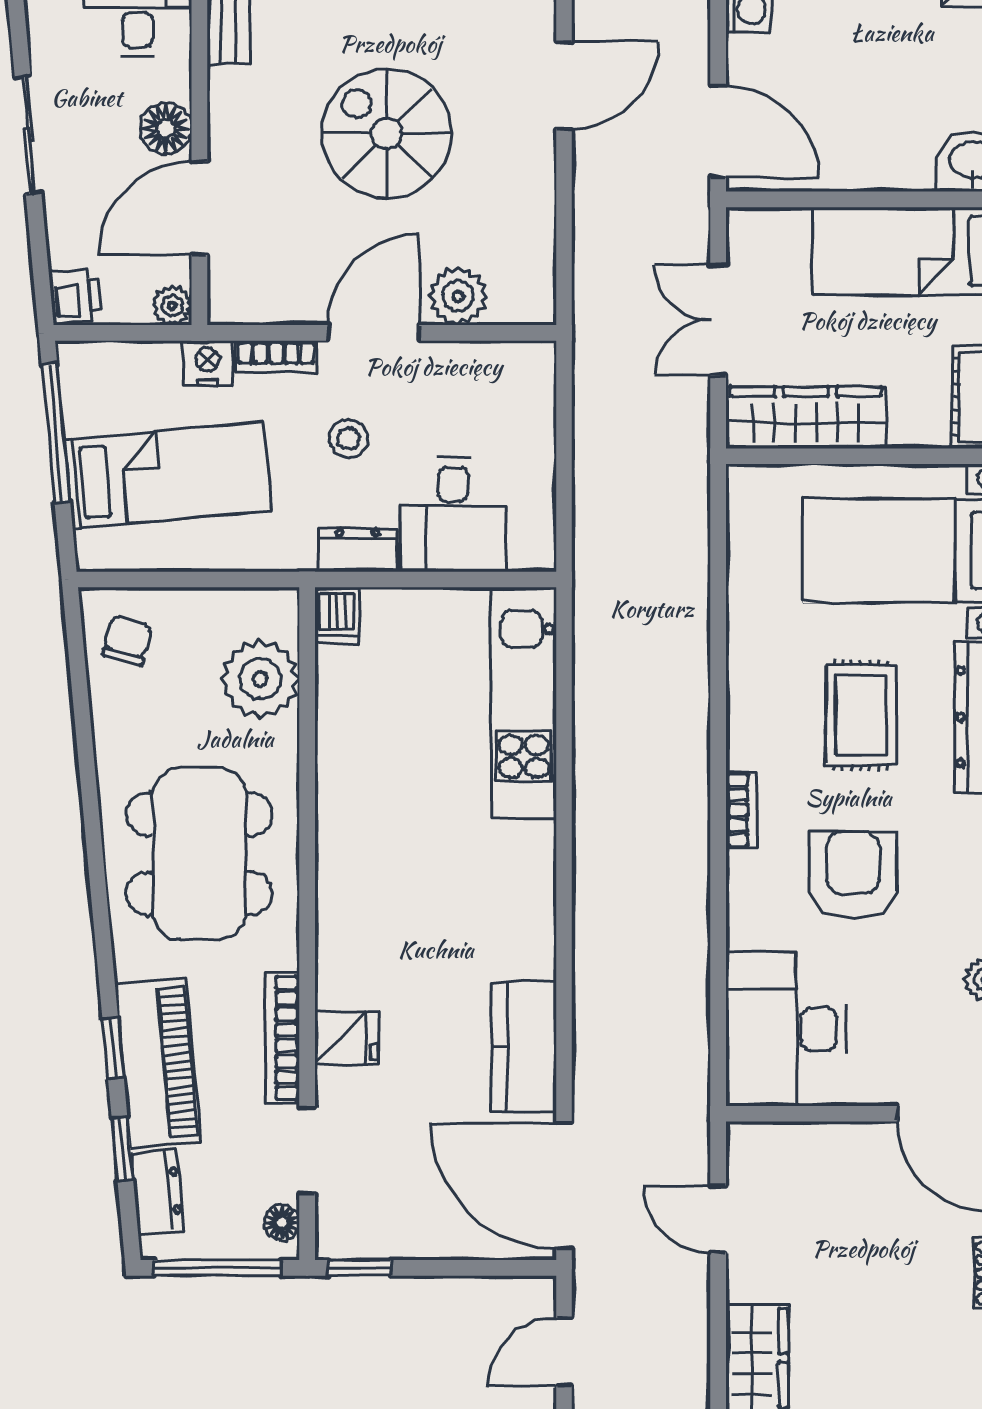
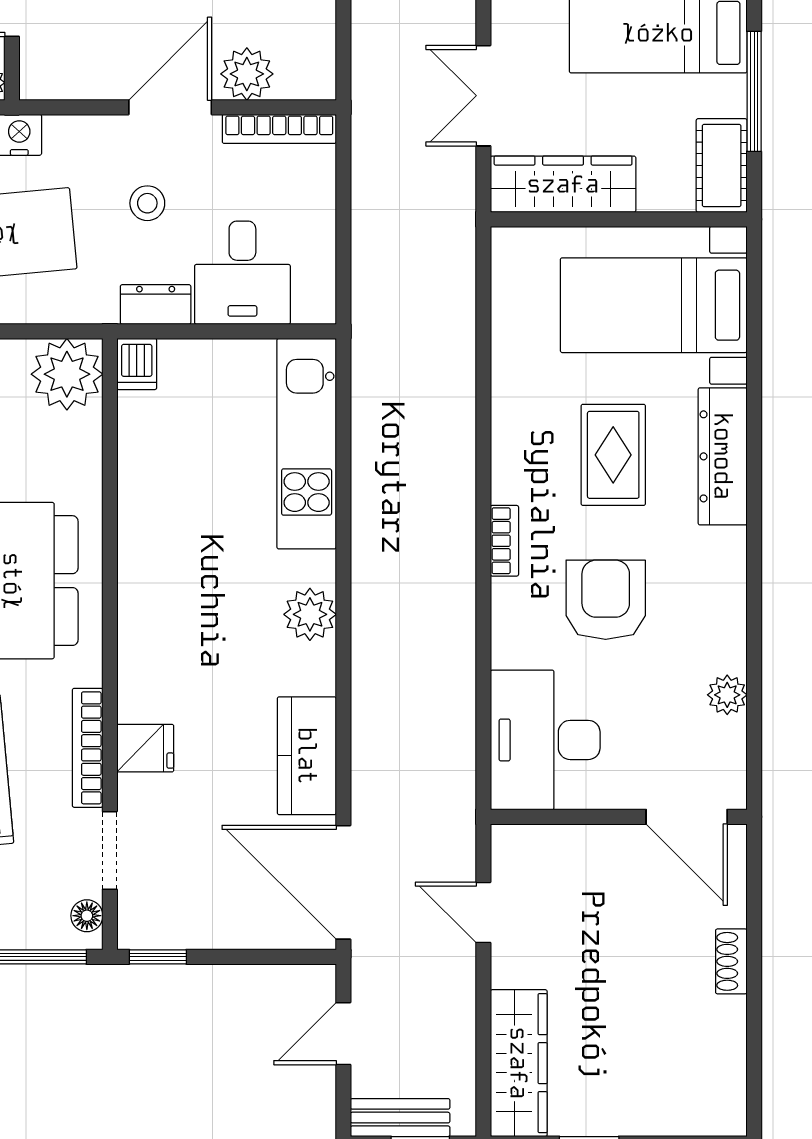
bookcase: (276, 357) -> (279, 129), moved, width x1.56
plant: (260, 679) -> (67, 374), moved
plant: (527, 891) -> (310, 614), added

